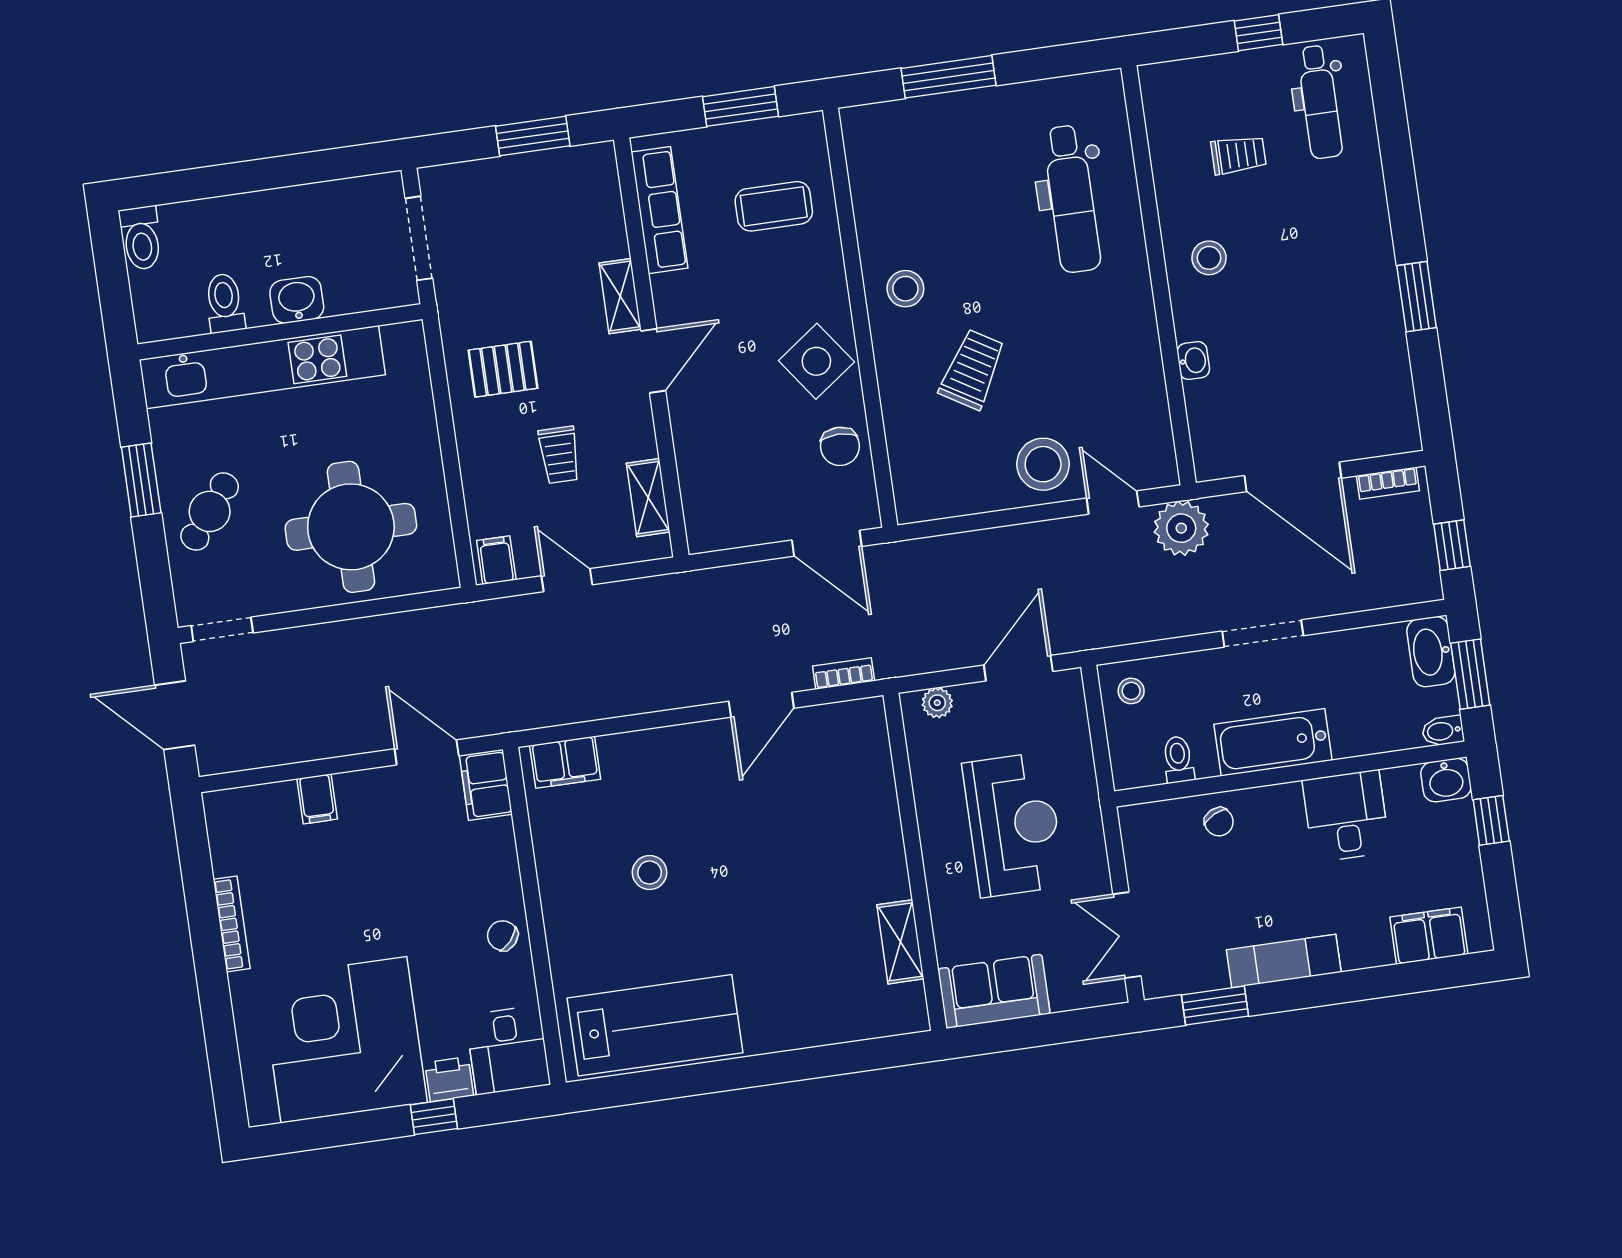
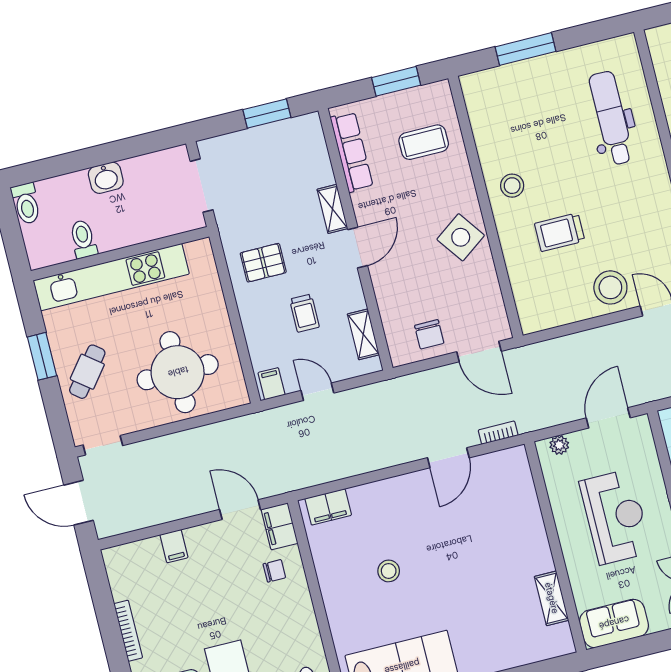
dental chair: (1072, 199) -> (611, 118), turned 180
washbasin: (297, 300) -> (106, 178), moved, turned 180
trolley: (972, 369) -> (560, 232), turned -121
chair: (840, 446) -> (429, 334), moved
chair: (503, 936) -> (274, 571), moved, turned 139

